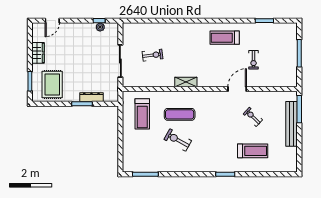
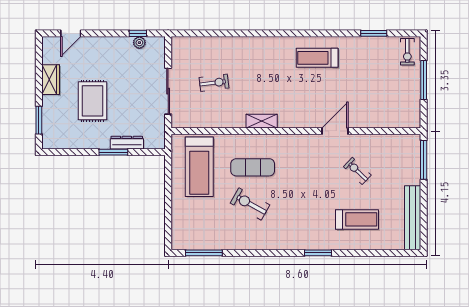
exercise bike: (254, 60) -> (407, 52), moved
rug: (52, 85) -> (92, 101), moved
treadmill: (142, 114) -> (199, 167), width x1.37, depth x1.38
bench: (292, 124) -> (413, 218), moved

